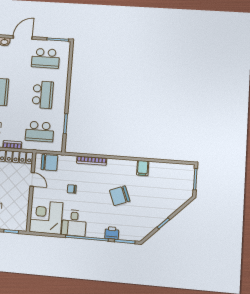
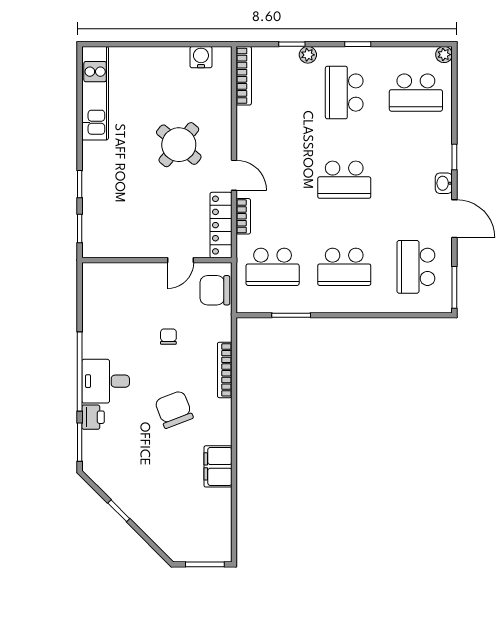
school desk: (40, 132) -> (273, 267), turned -90
chair: (49, 162) -> (215, 290), turned 90
filing cabinet: (143, 168) -> (218, 466), width x2.00
chair: (120, 196) -> (174, 409), moved
corner desk: (46, 217) -> (112, 292), removed
desk: (74, 223) -> (106, 381), moved

